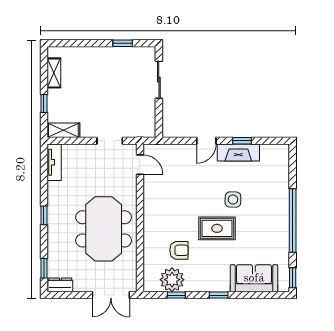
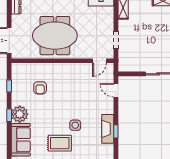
door: (206, 141) -> (116, 90), moved
rug: (217, 228) -> (60, 143), moved, turned 90
plant: (172, 280) -> (20, 114), moved

